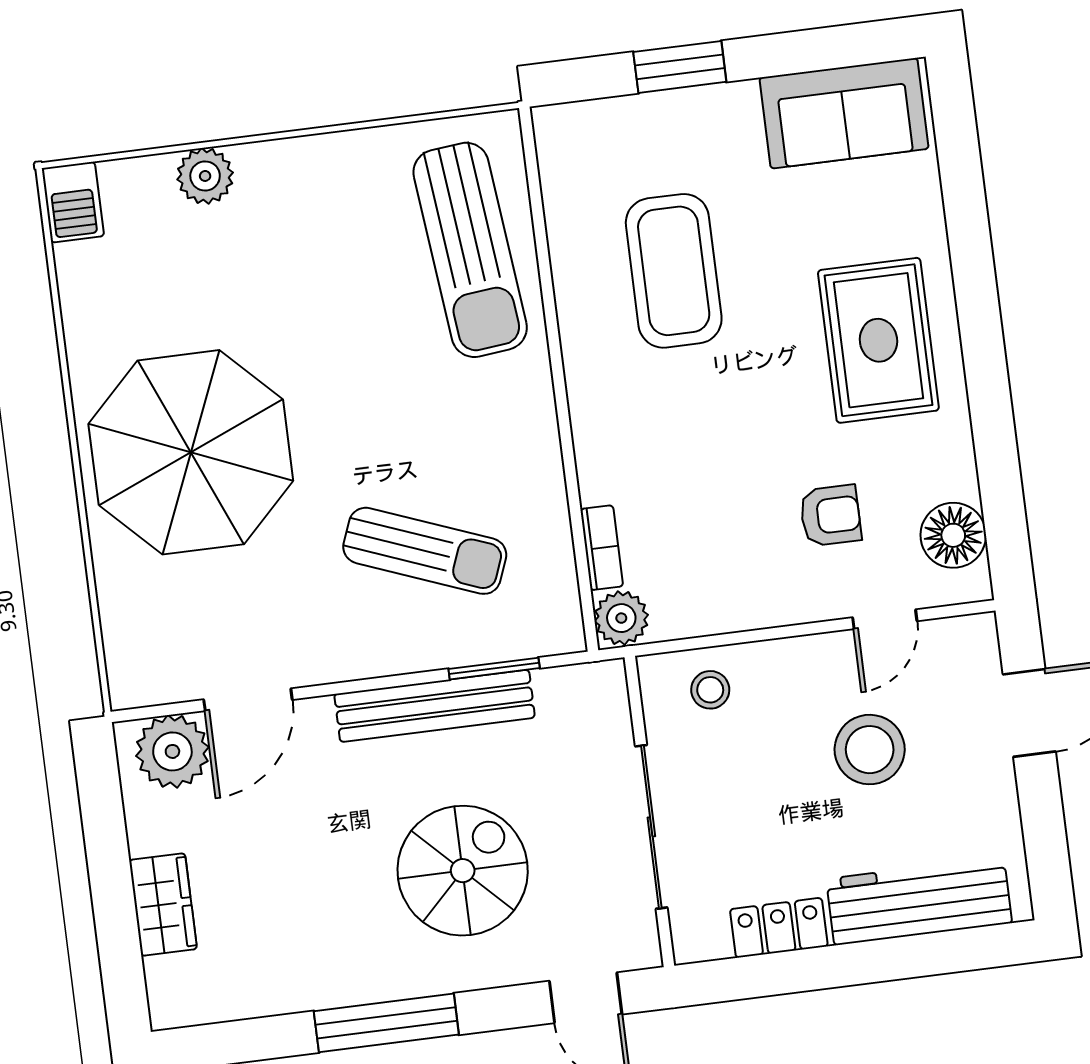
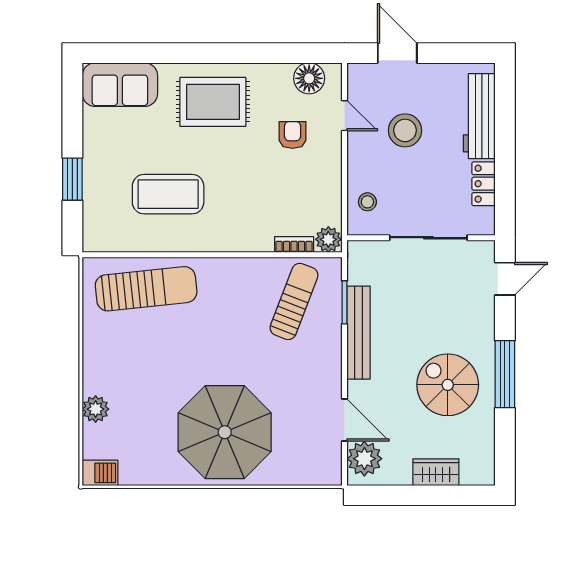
sofa: (844, 113) -> (120, 85), moved, turned 90
sun lounger: (425, 551) -> (294, 301), moved
spiral stairs: (463, 871) -> (448, 385), moved

